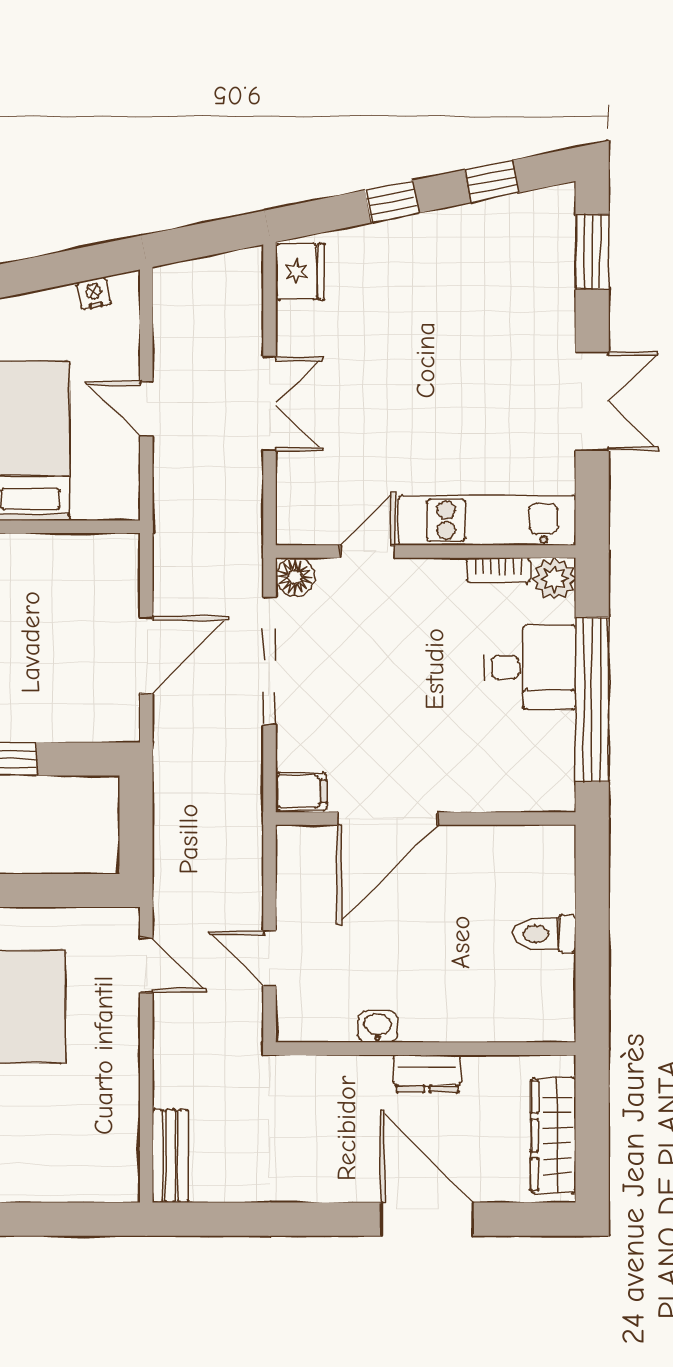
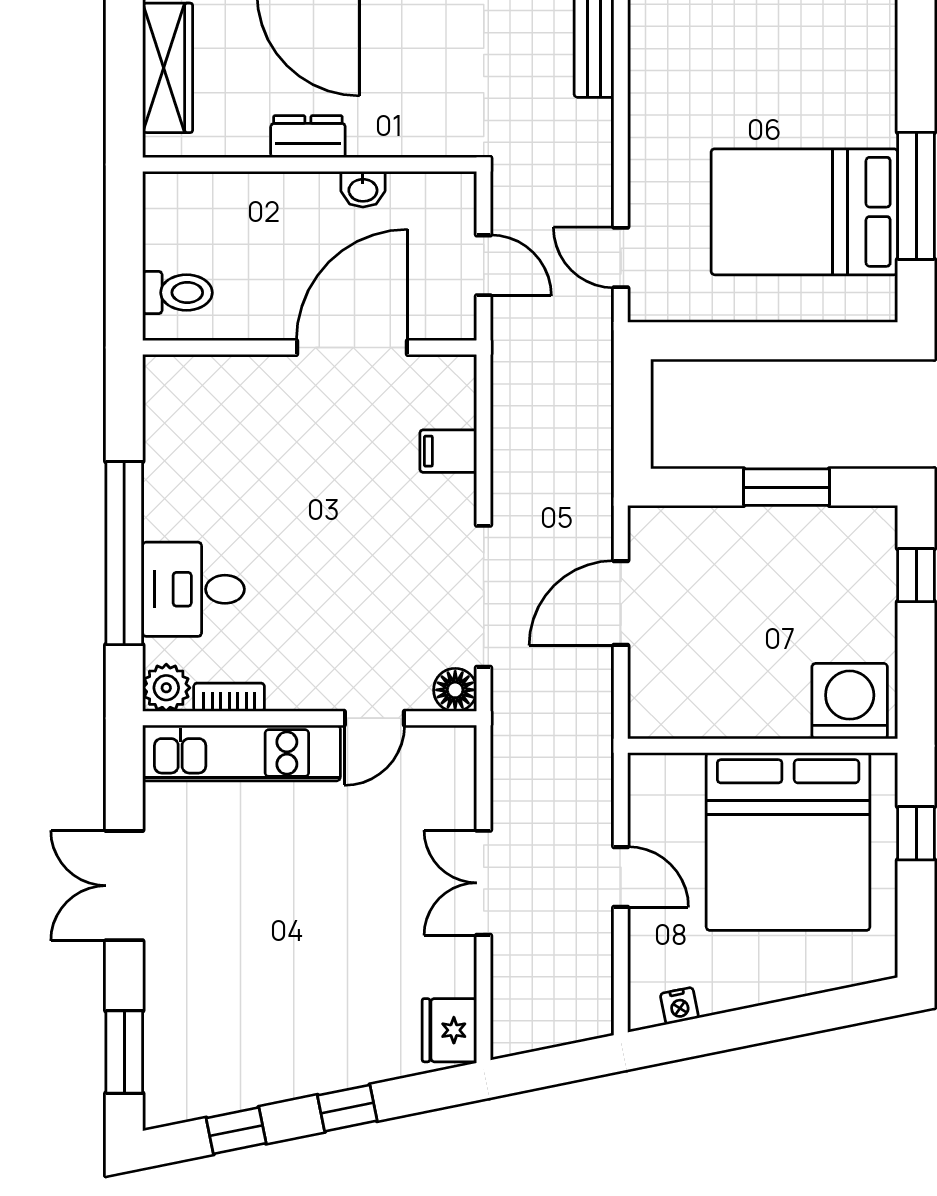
door: (388, 819) -> (352, 348), moved
wall: (426, 819) -> (310, 348), moved

